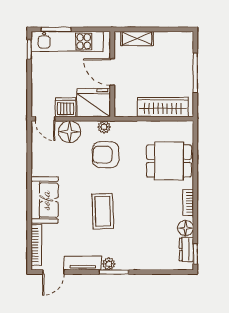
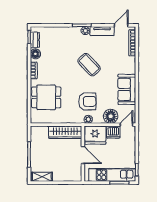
shelving: (137, 38) -> (42, 177), moved
wardrobe: (163, 107) -> (65, 132), moved
door: (45, 119) -> (126, 125), hinge flipped
sofa: (45, 200) -> (127, 89), moved
coffee table: (103, 211) -> (89, 65), turned -41

